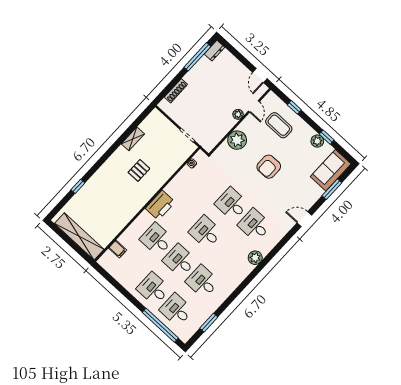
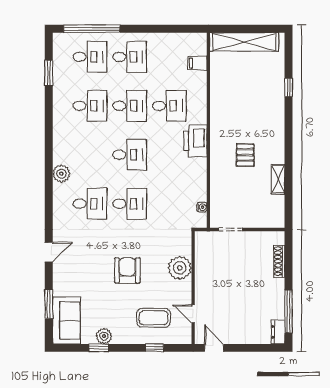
plant: (238, 114) -> (201, 293), removed

